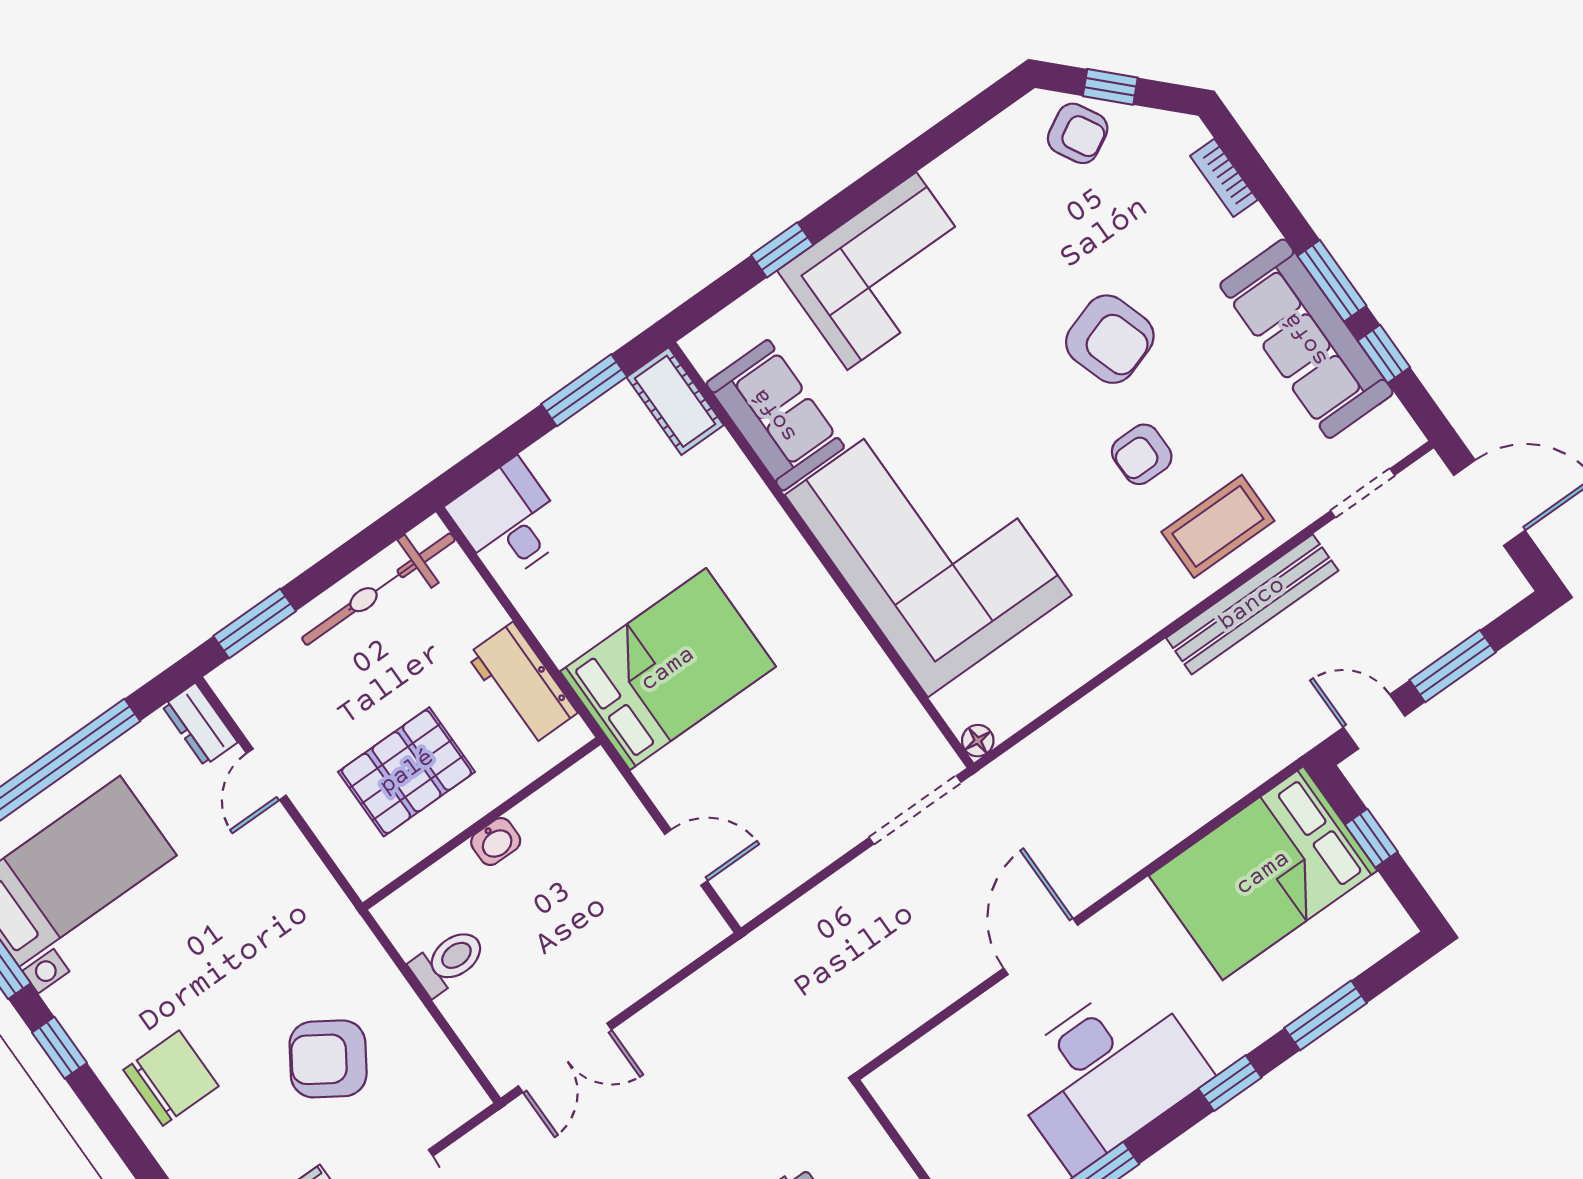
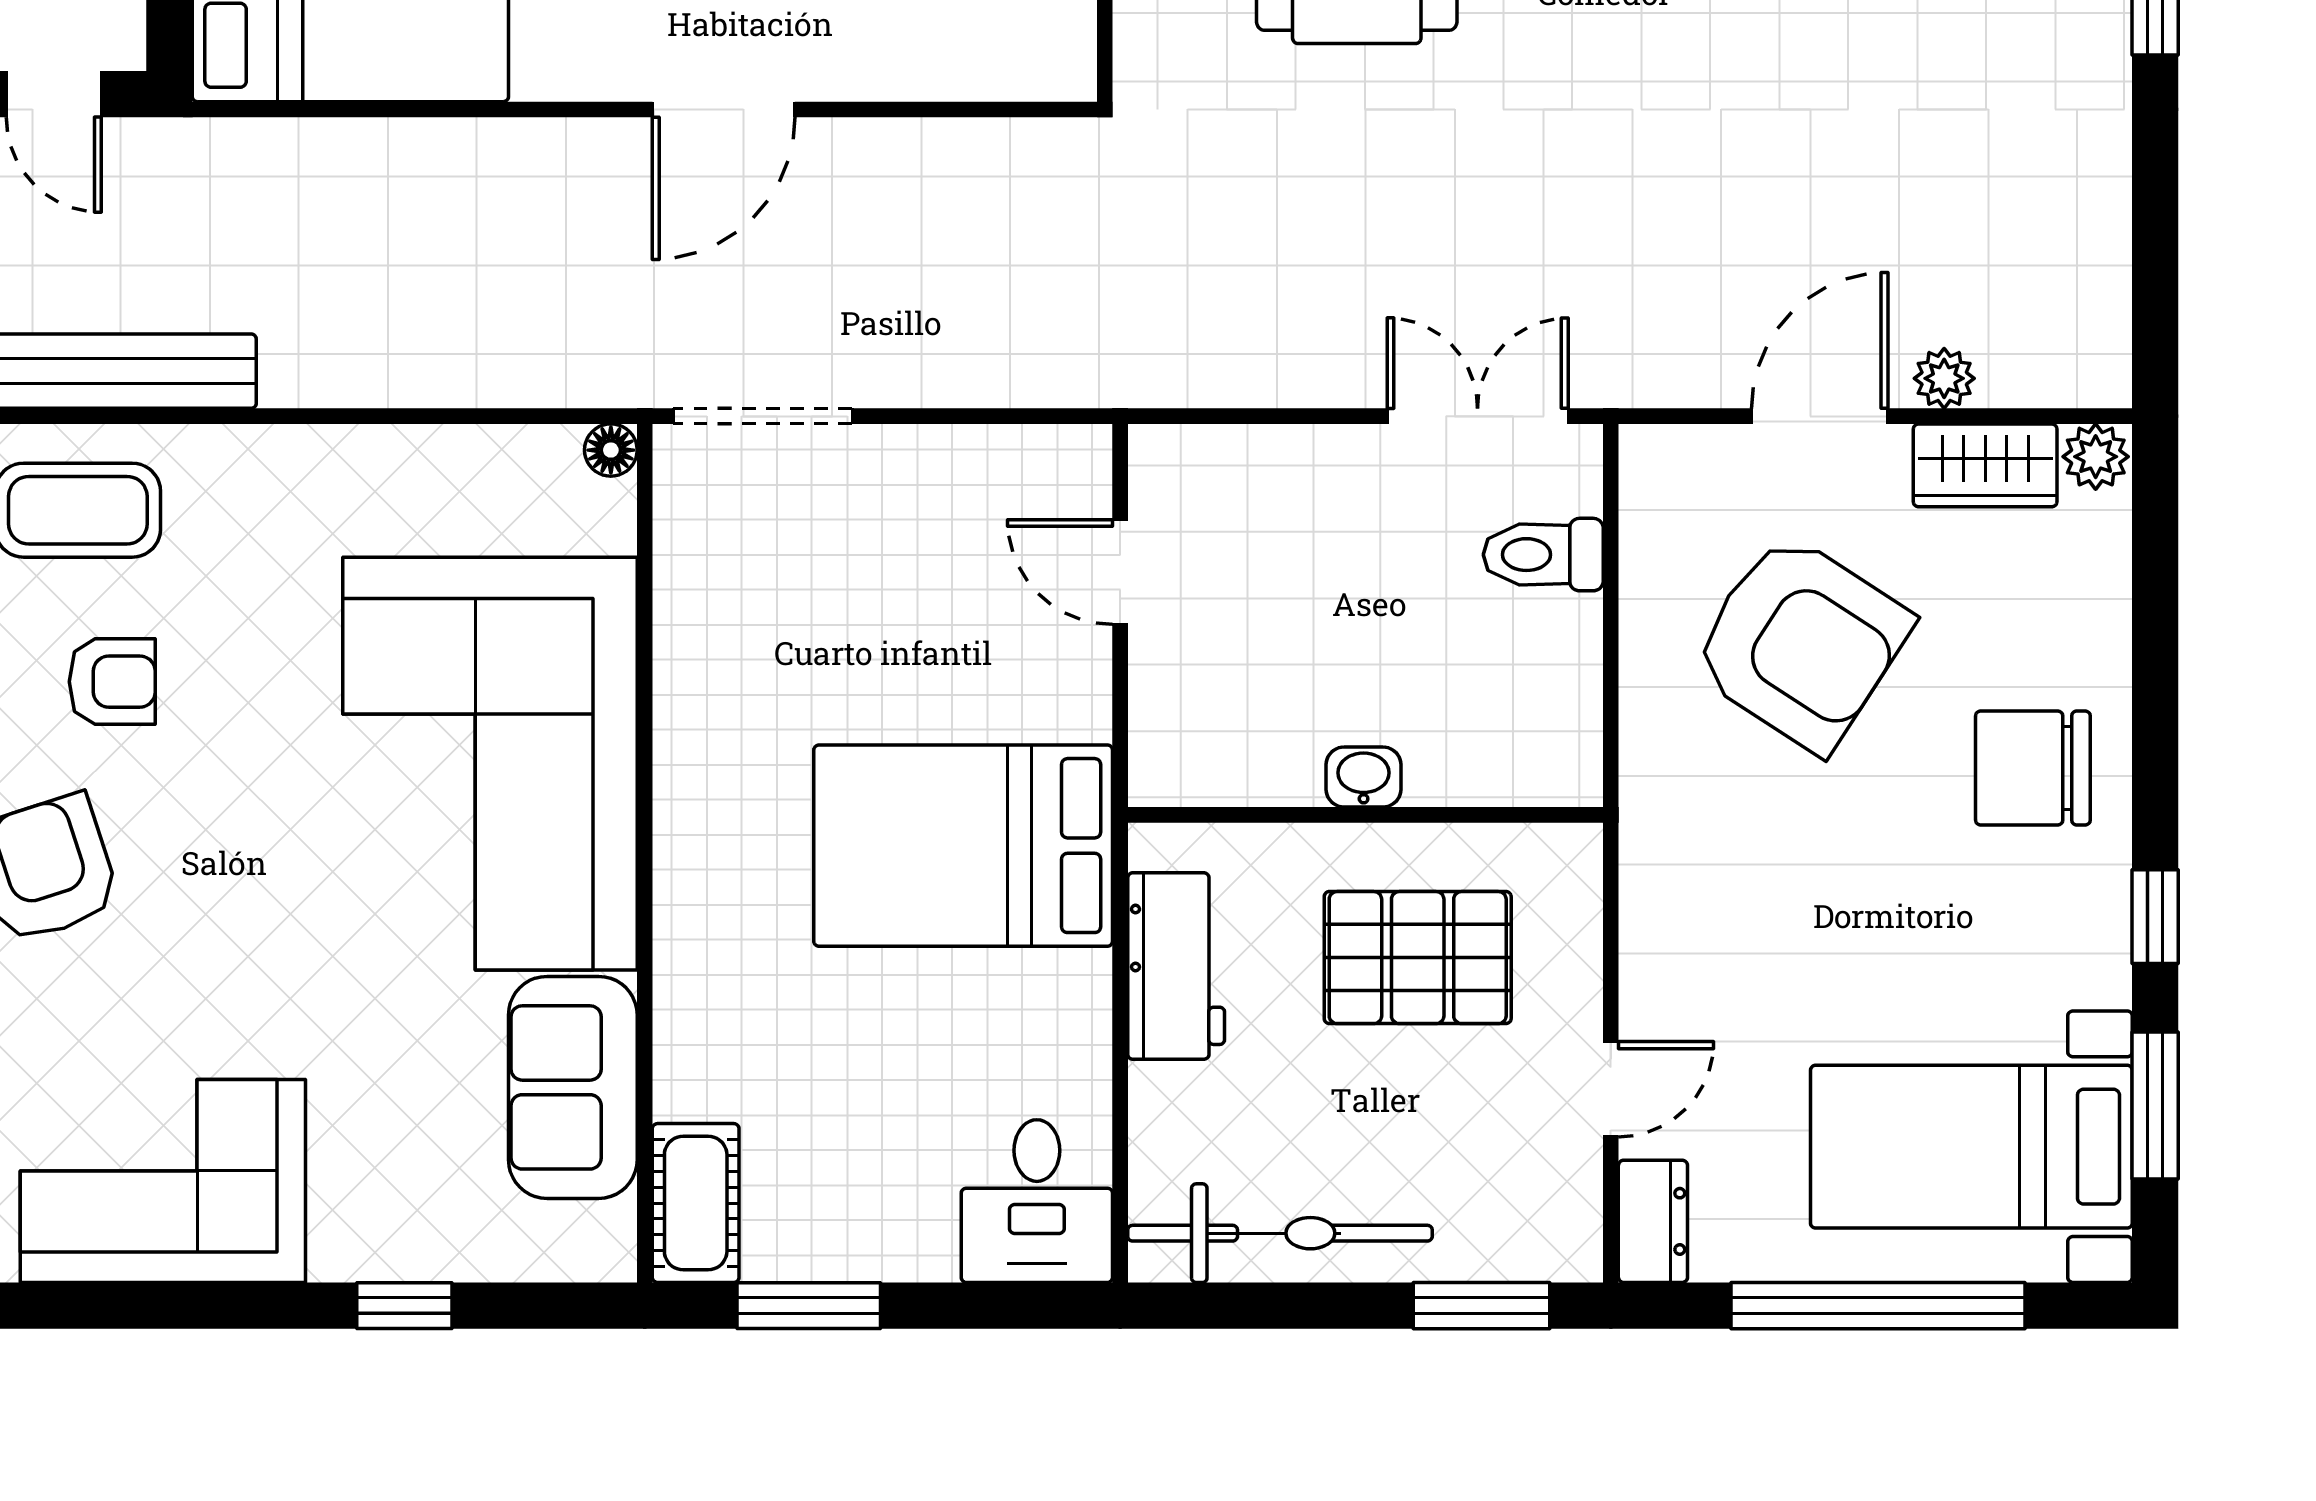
corner sofa: (882, 271) -> (163, 1181), moved
toilet: (448, 961) -> (1543, 555), moved
armchair: (328, 1059) -> (1801, 643), width x1.36, depth x1.36

